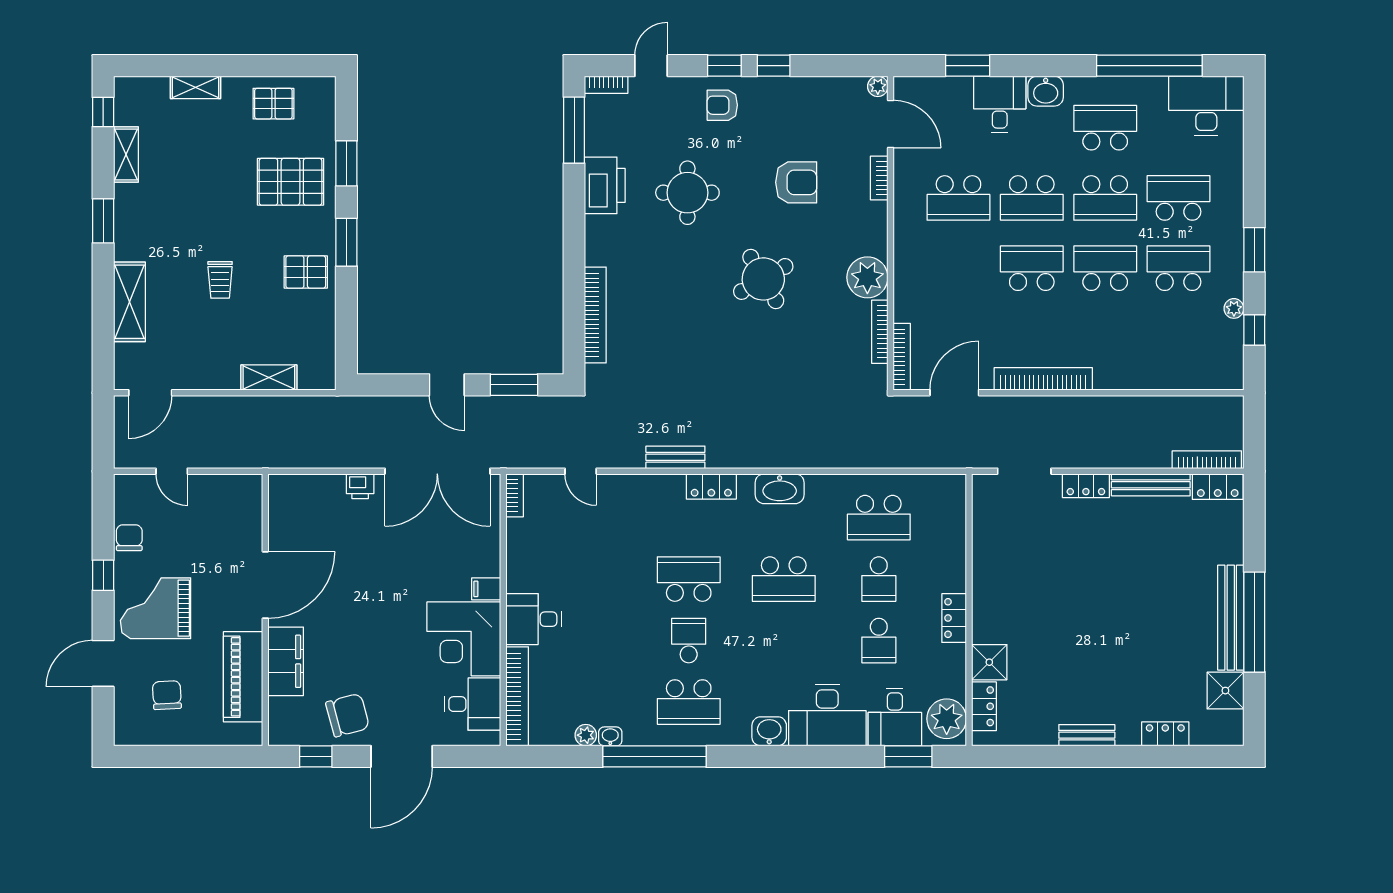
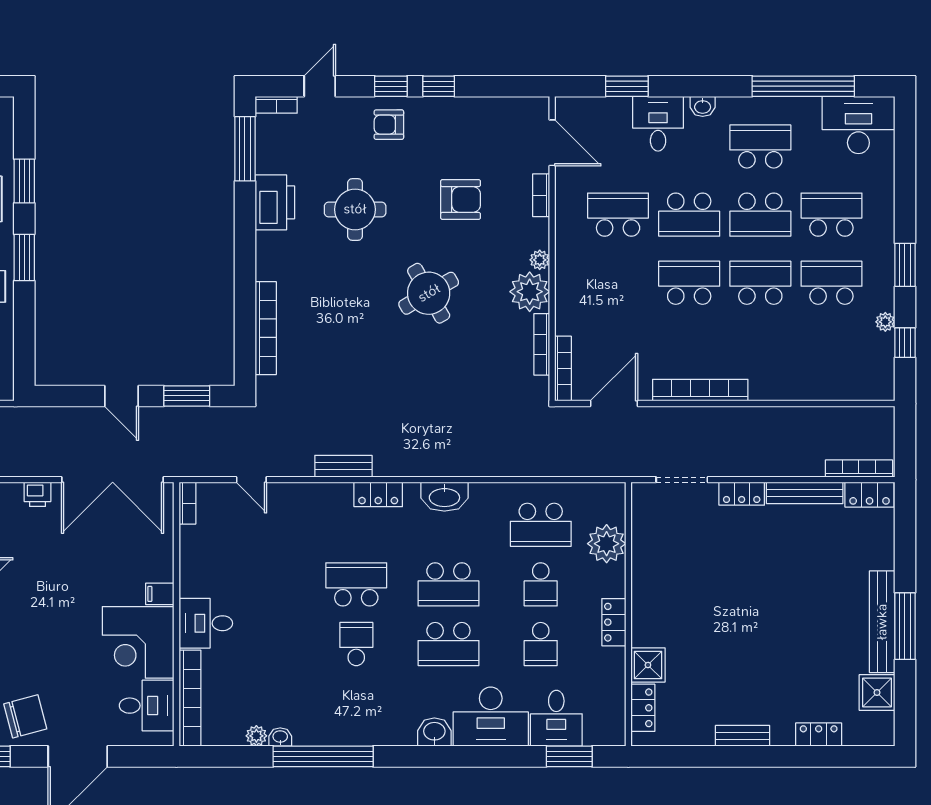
plant: (878, 86) -> (540, 260), moved
washbasin: (1046, 91) -> (703, 106), width x0.72, depth x0.69
school desk: (958, 198) -> (618, 215), turned 180
window: (1254, 622) -> (905, 626), width x0.68
school desk: (689, 702) -> (448, 644), moved
plant: (947, 719) -> (607, 544), moved

